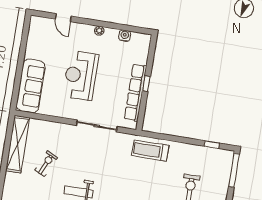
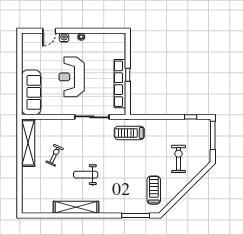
door: (63, 18) -> (49, 31), hinge flipped
water cooler: (125, 36) -> (64, 38), moved
treadmill: (150, 150) -> (129, 133), moved

